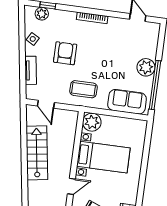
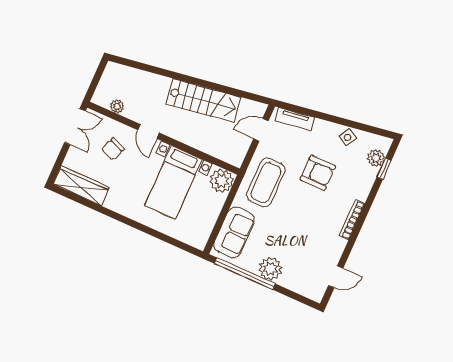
tv unit: (31, 70) -> (295, 119), moved
coffee table: (84, 89) -> (266, 182), width x1.36, depth x1.32

